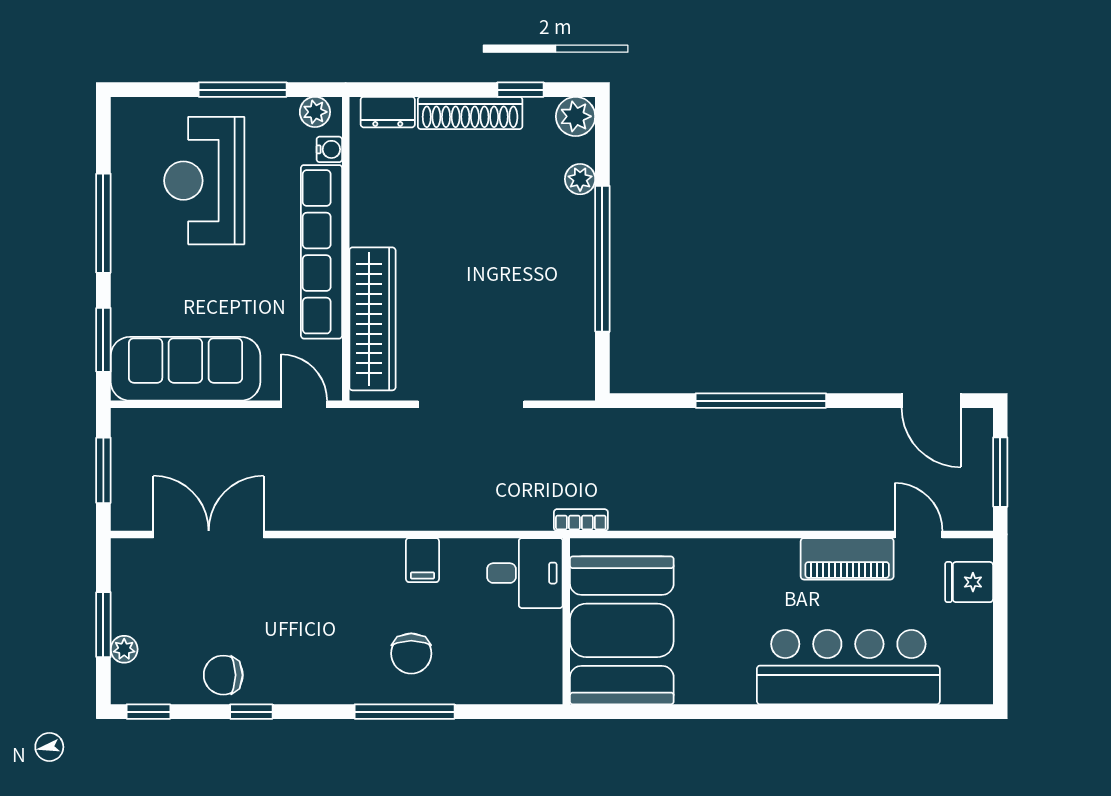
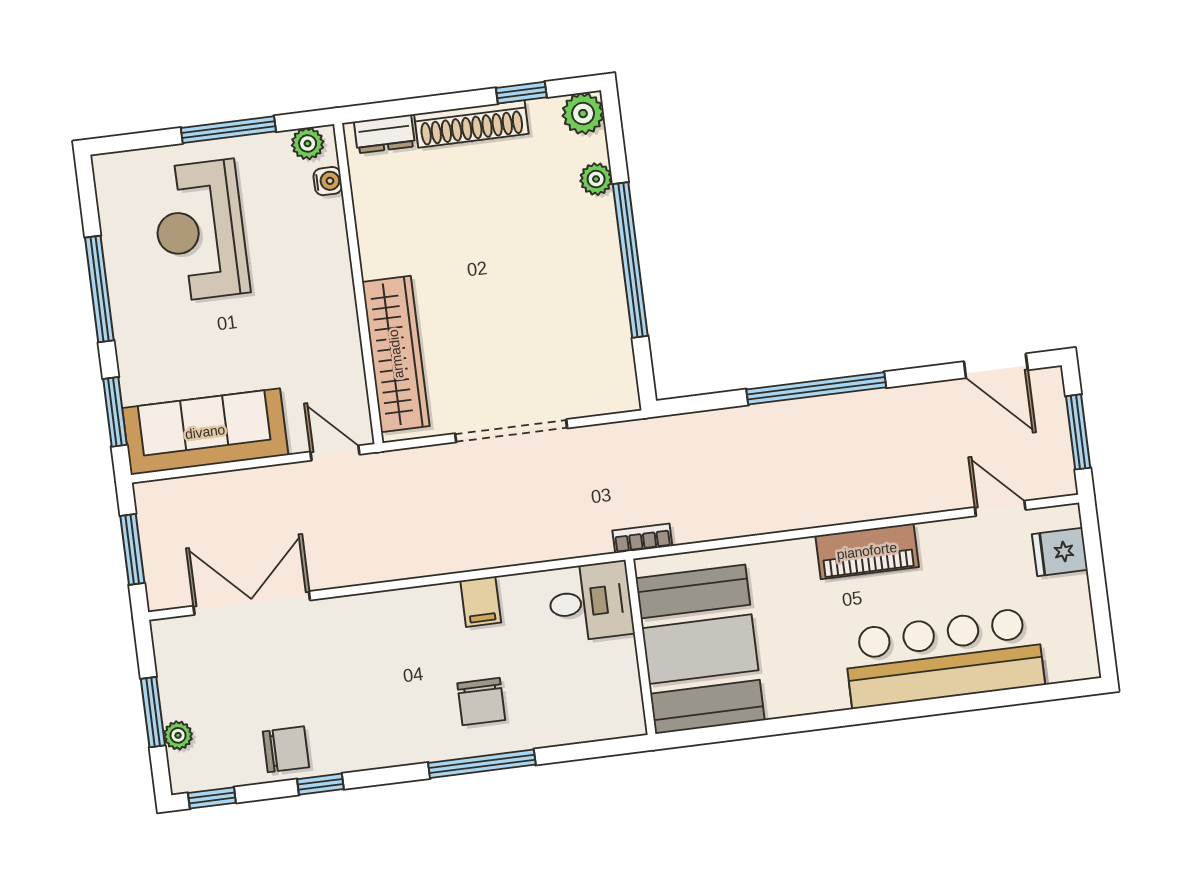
row of seats: (322, 252) -> (333, 290), removed
piano: (847, 559) -> (867, 551), moved
chair: (223, 675) -> (286, 749), turned 180

